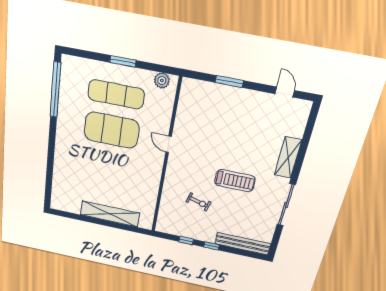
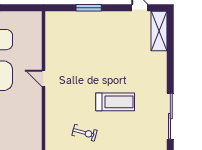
plant: (162, 81) -> (27, 18), removed
shelving: (288, 157) -> (159, 31), moved

